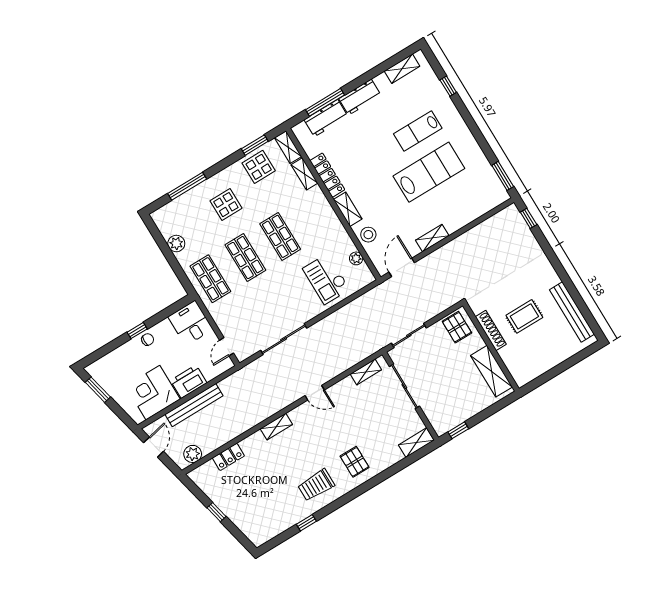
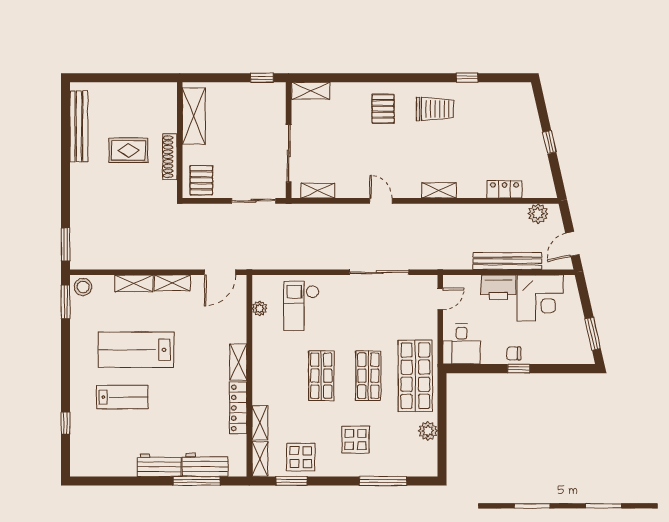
shelving: (402, 69) -> (134, 283), moved
window: (529, 218) -> (66, 245), width x1.50
stool: (368, 235) -> (83, 287), moved
shop shelf: (210, 279) -> (415, 376), width x1.43, depth x1.36
checkout: (326, 279) -> (301, 306), turned 180

